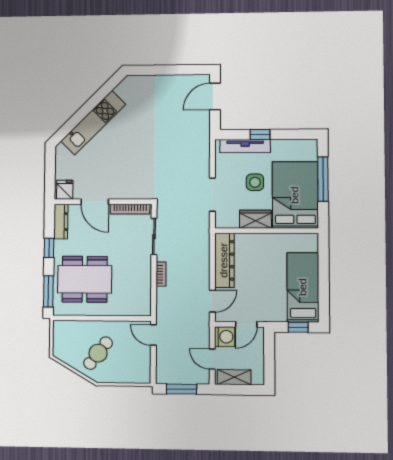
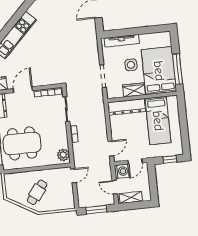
window: (260, 134) -> (131, 32), removed
window: (323, 179) -> (178, 69), moved
door: (95, 202) -> (23, 90), swing flipped
dresser: (224, 260) -> (127, 107), moved, turned 90
bed: (303, 287) -> (158, 121), moved, turned 180
plant: (142, 303) -> (63, 155), added
door: (153, 335) -> (73, 176), swing flipped

